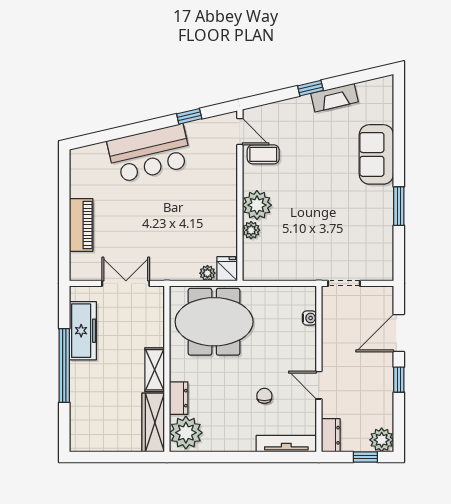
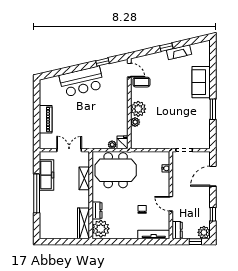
shelving: (155, 370) -> (84, 178), moved
window: (399, 380) -> (213, 214), moved

